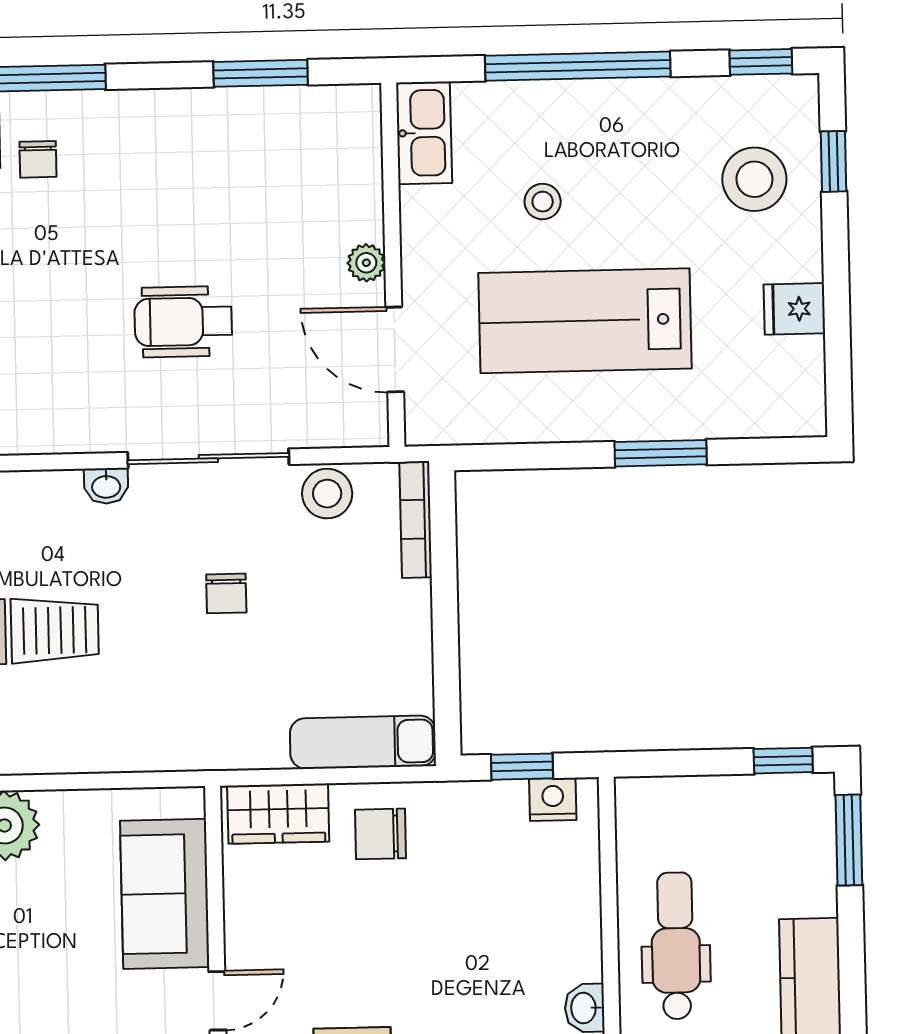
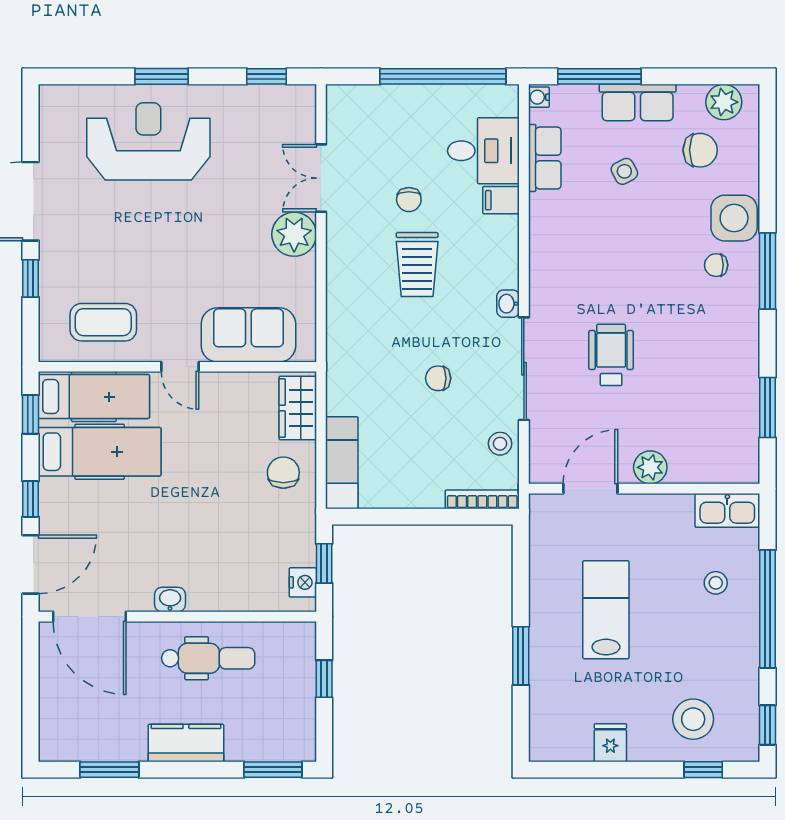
stool: (543, 202) -> (716, 583), moved
plant: (366, 263) -> (650, 467), width x1.38, depth x1.38
lab bench: (585, 321) -> (606, 610), width x0.73, depth x0.72
stool: (327, 494) -> (500, 444), width x0.73, depth x0.73
window: (783, 761) -> (324, 679), moved

